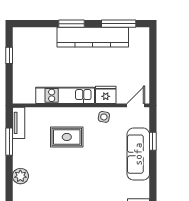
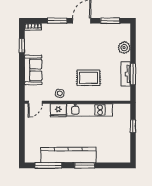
window: (9, 55) -> (133, 126), moved
tv unit: (19, 123) -> (126, 74), moved
window: (153, 141) -> (22, 46), moved
sofa: (138, 154) -> (33, 70), width x0.73

